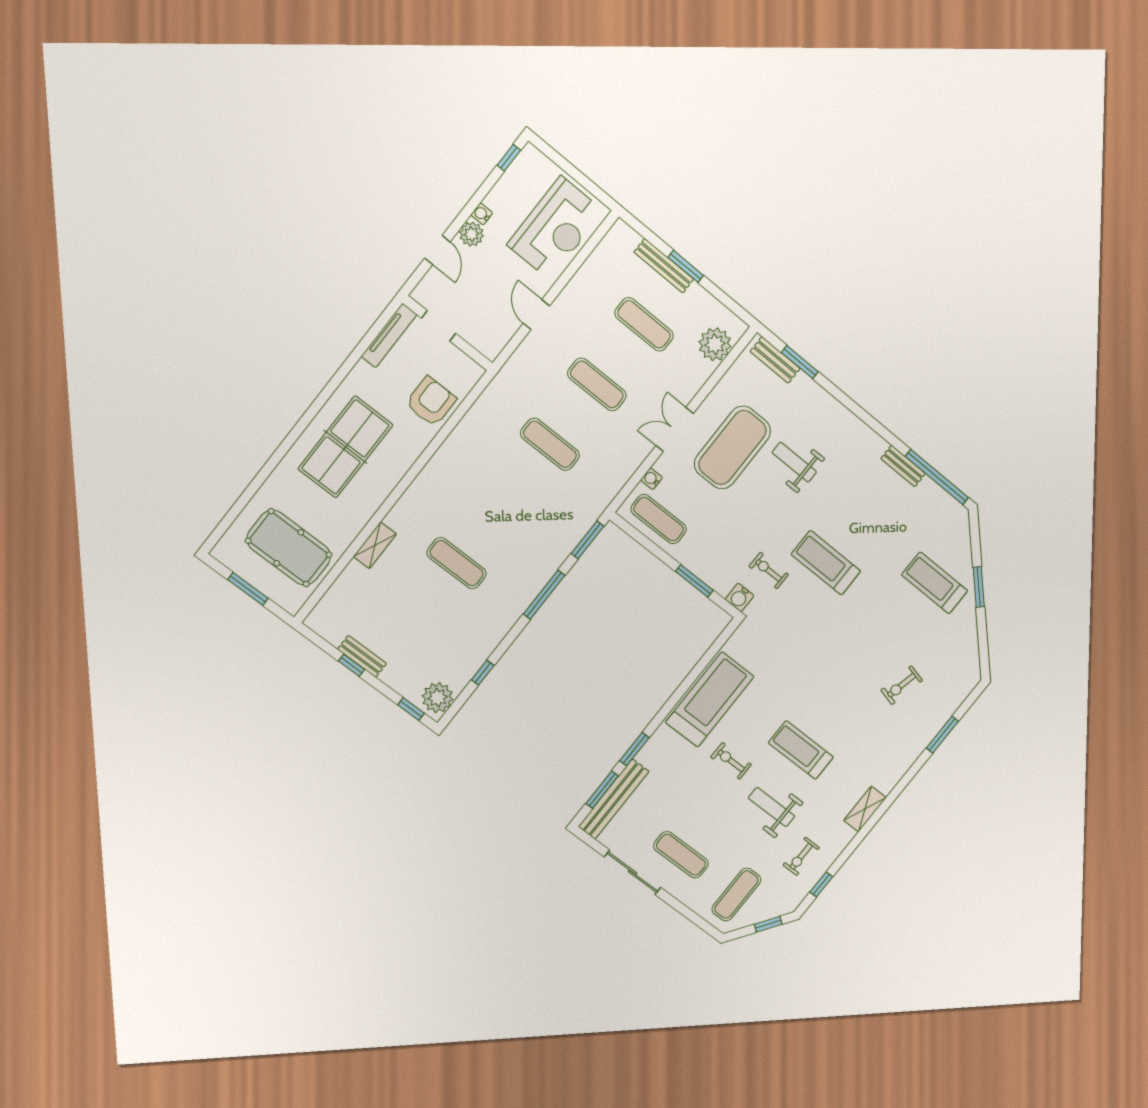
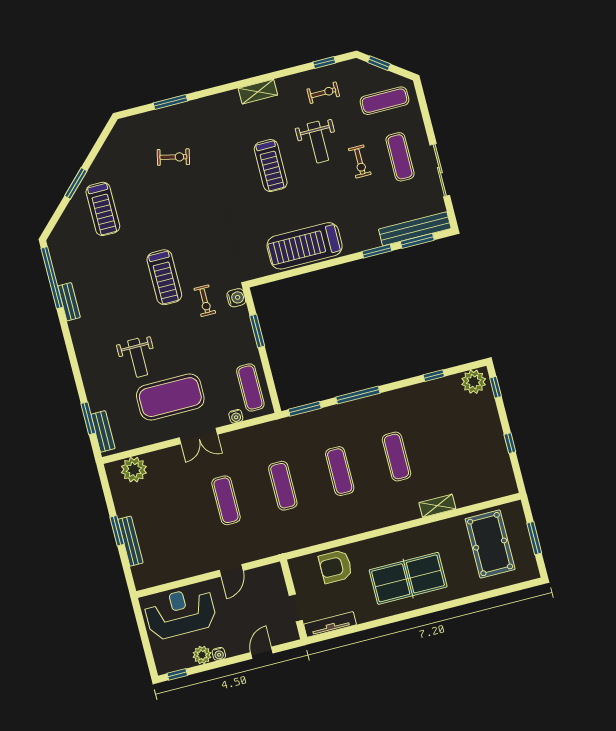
plant: (471, 234) -> (202, 655), moved
exercise mat: (644, 324) -> (340, 471), moved
bench: (362, 656) -> (499, 444), removed
exercise bike: (731, 761) -> (360, 162), moved

